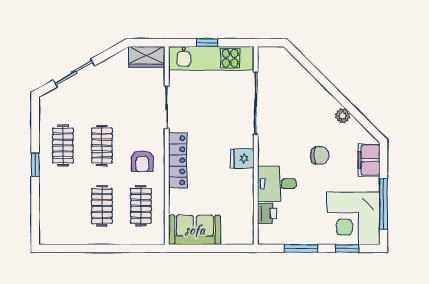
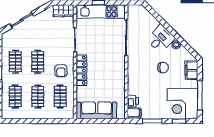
fridge: (242, 158) -> (118, 69), removed
desk: (277, 184) -> (161, 39), moved, turned 135
clothes rail: (63, 206) -> (15, 97), added
sofa: (195, 230) -> (97, 110), width x1.36
filing cabinet: (269, 234) -> (134, 113), added

